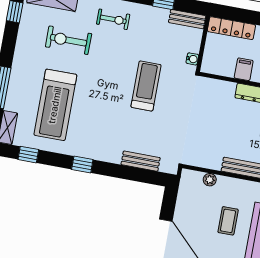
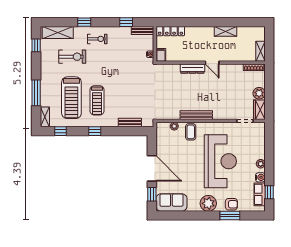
exercise bike: (68, 40) -> (72, 57), turned 180
filing cabinet: (244, 69) -> (161, 55), moved
treadmill: (146, 86) -> (97, 100), moved, turned 180
coffee table: (228, 221) -> (191, 132), moved

